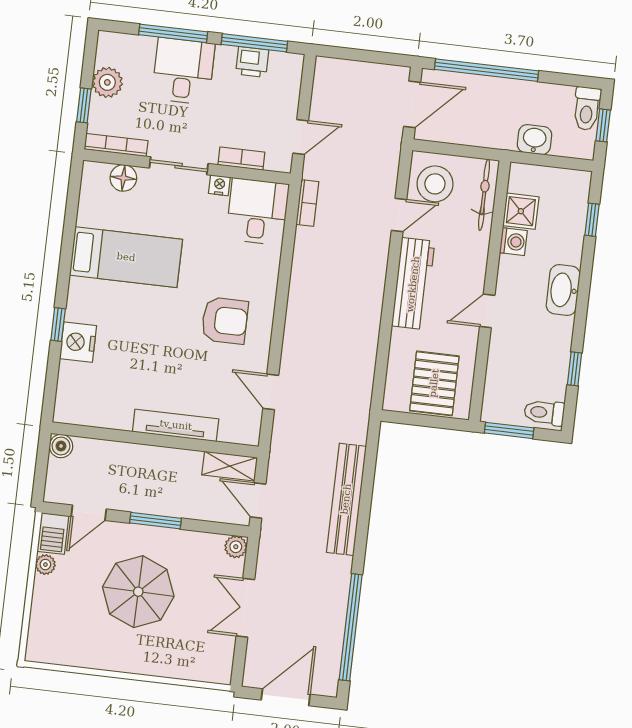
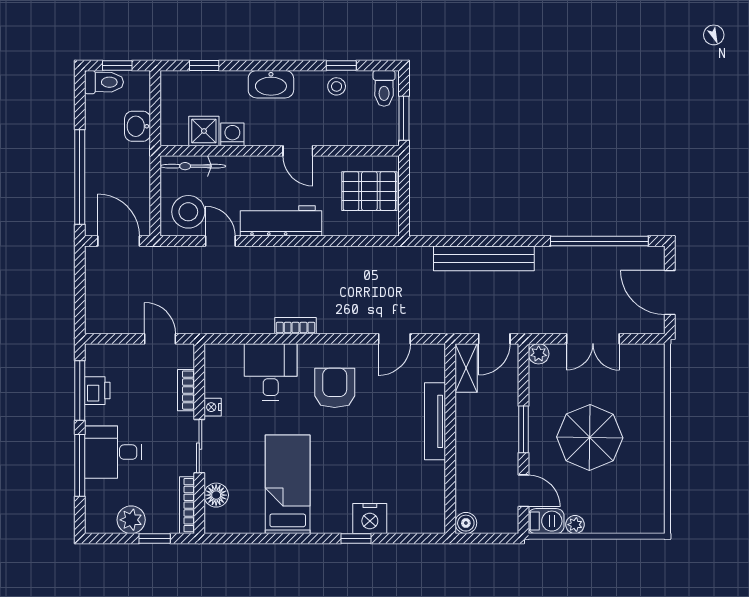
bookcase: (307, 203) -> (296, 326), moved
desk: (257, 212) -> (271, 372), moved, turned 90
stool: (552, 361) -> (337, 86), added

